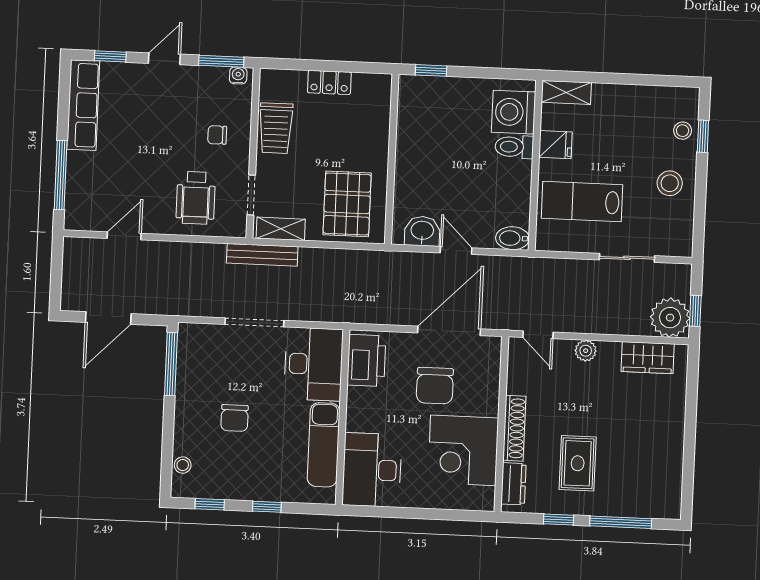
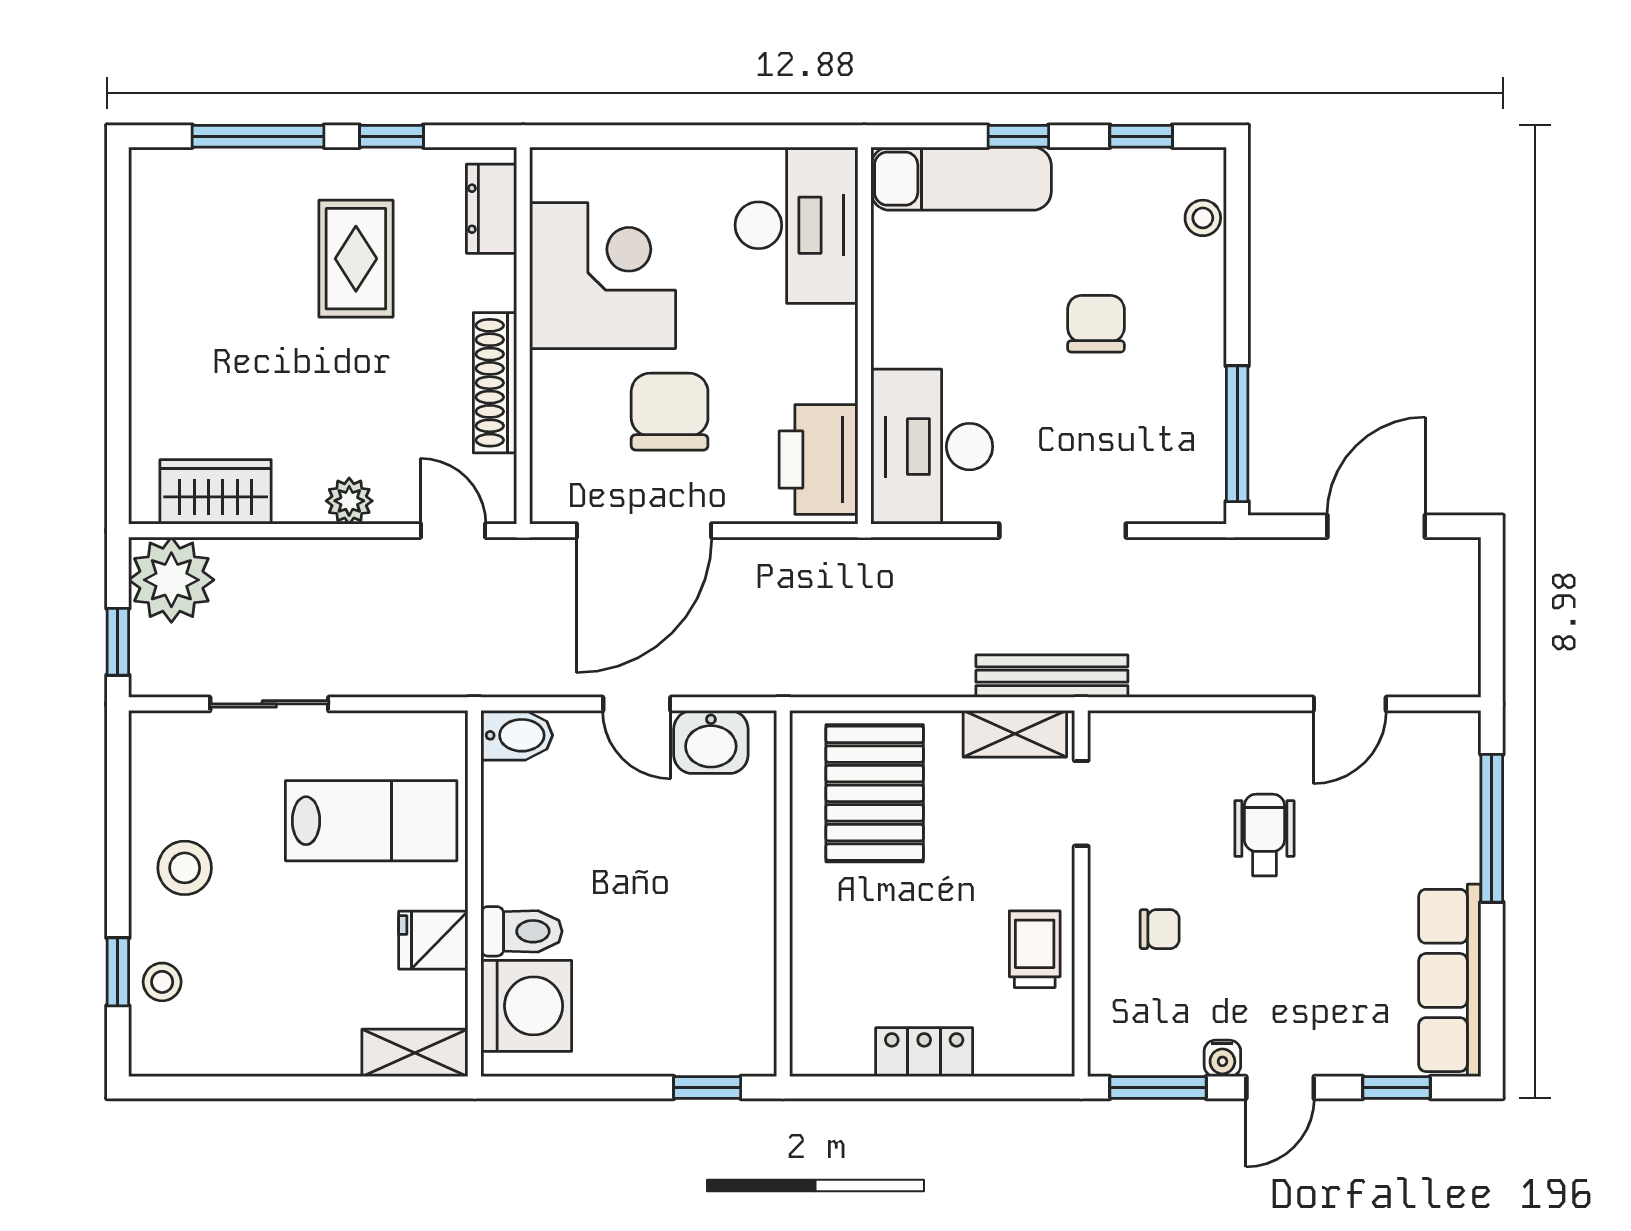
water cooler: (238, 76) -> (1222, 1058), moved
trolley: (276, 128) -> (1035, 949), width x0.73, depth x0.72
wheelchair: (196, 198) -> (1264, 835), moved, width x0.73, depth x0.73
window: (695, 311) -> (118, 642), moved
shoe rack: (514, 428) -> (495, 383), moved
exam couch: (324, 445) -> (961, 179), moved, turned 90

